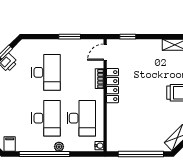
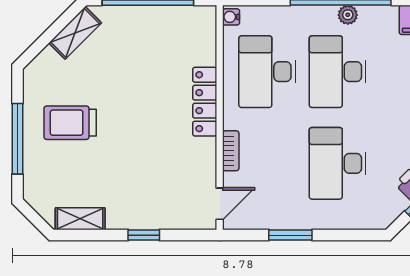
window: (128, 37) -> (144, 235), moved
locker: (113, 86) -> (205, 102), moved
plant: (59, 147) -> (348, 15), moved

